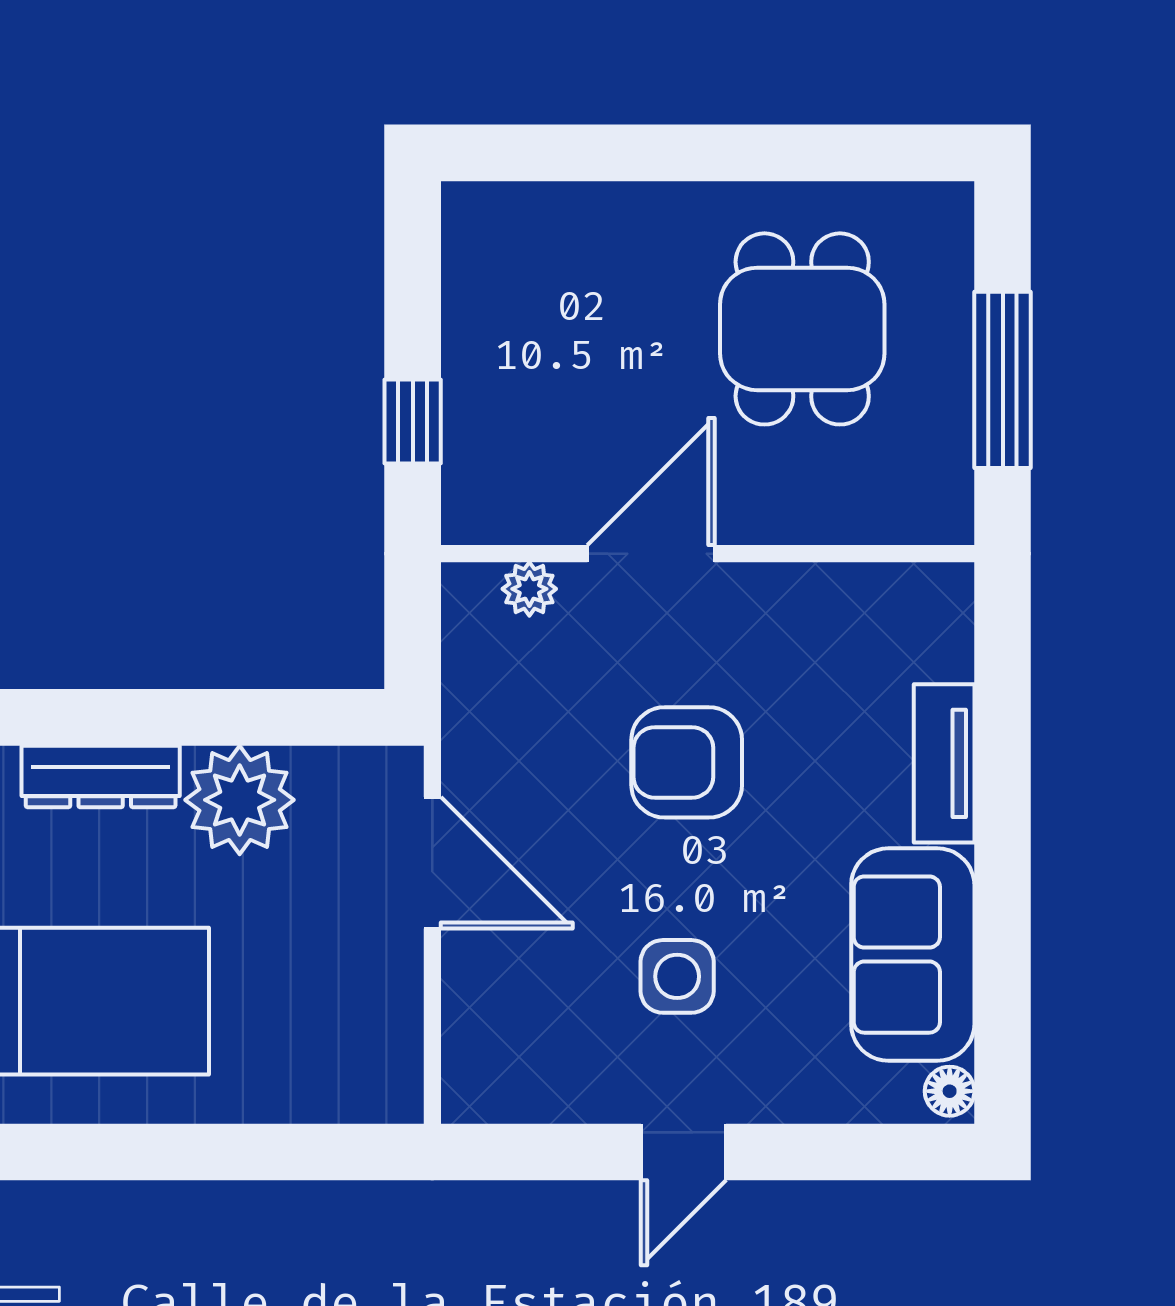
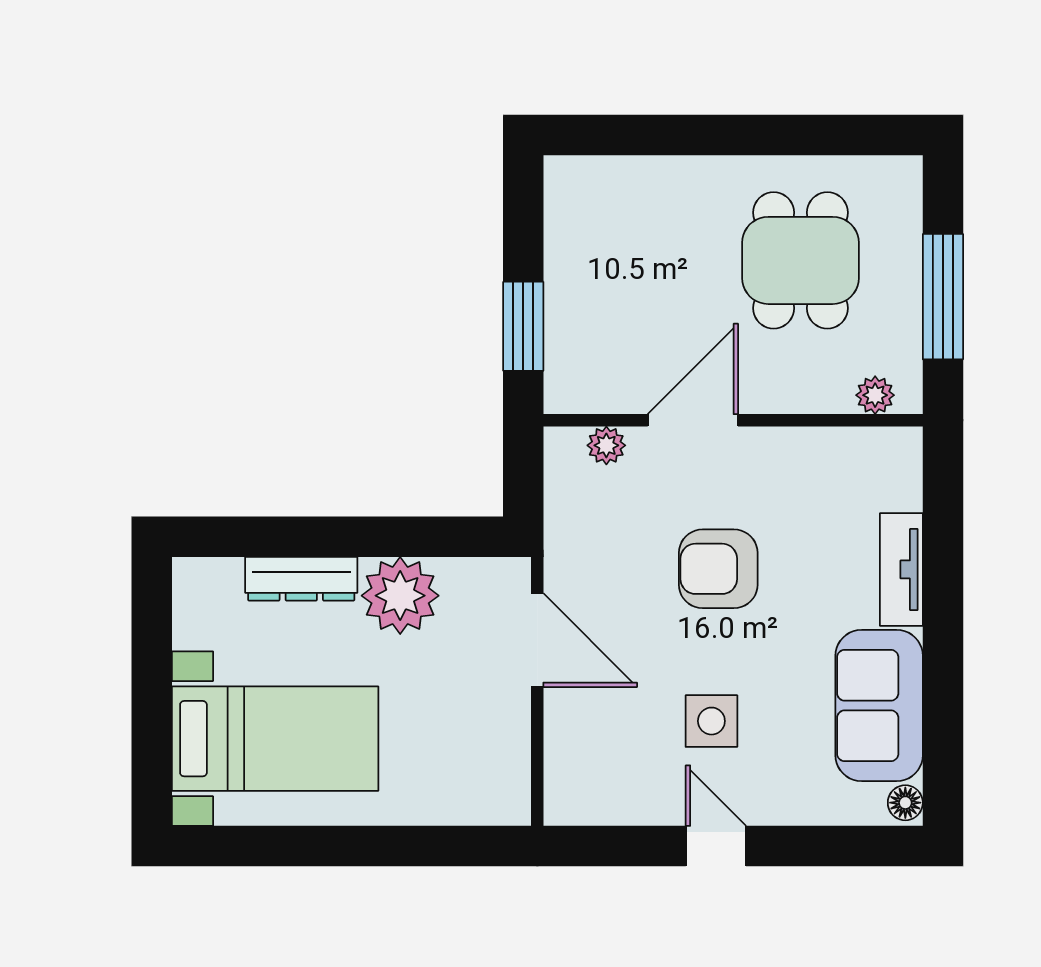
window: (413, 422) -> (523, 326), width x1.50
plant: (907, 518) -> (875, 395), added
door: (683, 1152) -> (716, 846), swing flipped

